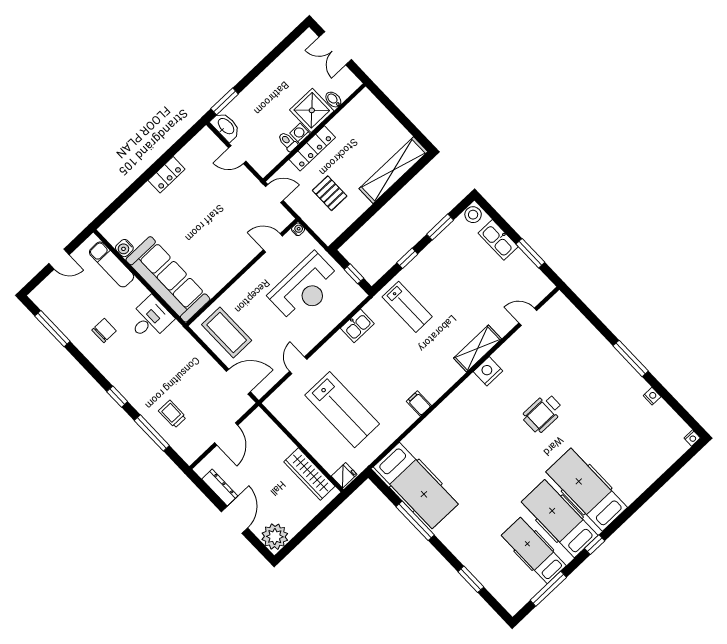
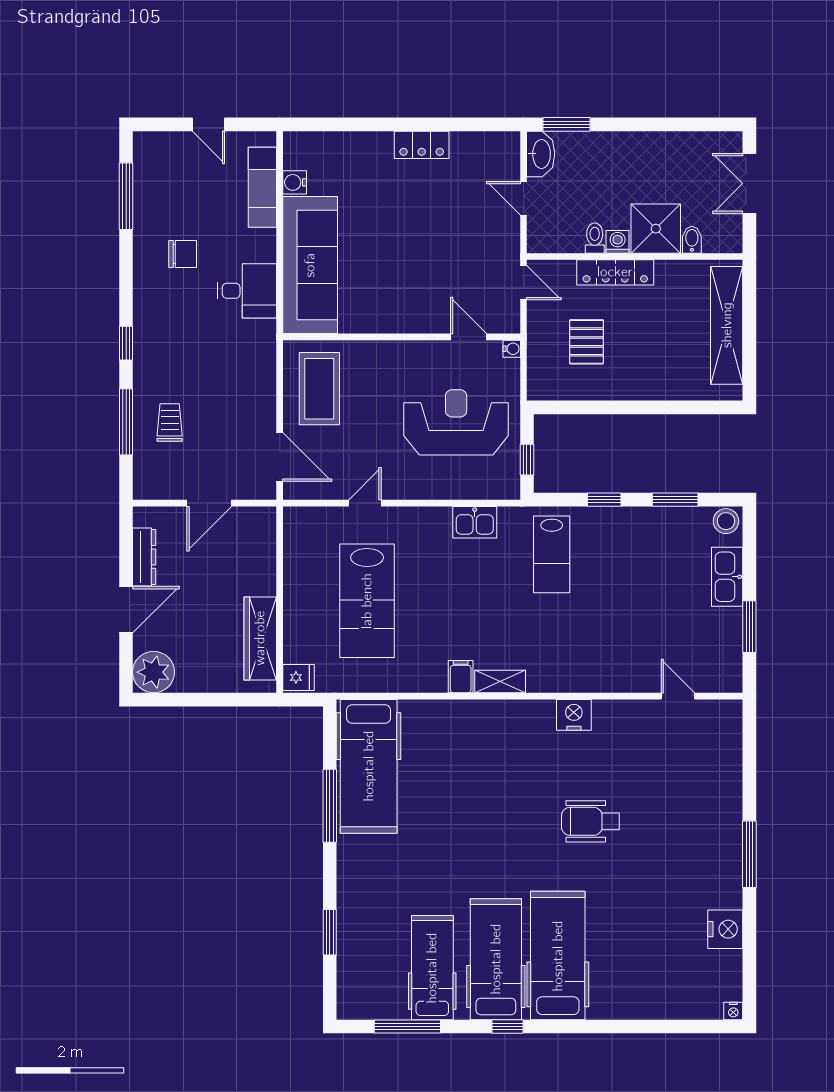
shelving: (393, 170) -> (727, 325), moved, turned 90
reception desk: (305, 288) -> (456, 422), turned 180
shelving: (478, 349) -> (500, 682), moved, width x0.67, depth x0.75
nightstand: (652, 396) -> (725, 929), width x1.89, depth x1.79

